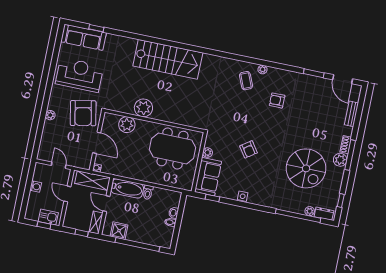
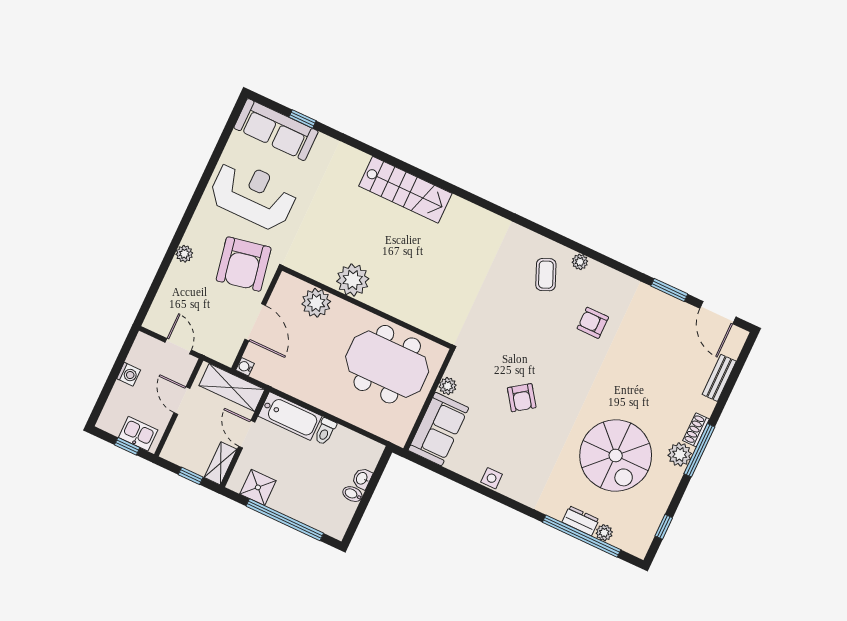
stairs: (168, 59) -> (405, 190), width x0.73, depth x0.66
window: (212, 198) -> (437, 469), removed
dresser: (324, 214) -> (581, 521), moved

